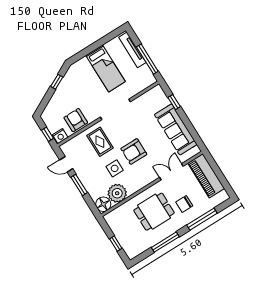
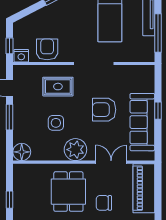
window: (174, 102) -> (158, 111), moved
rug: (100, 142) -> (58, 87), turned 90
armchair: (134, 151) -> (104, 110), moved
plant: (117, 193) -> (75, 150), moved
dining table: (154, 212) -> (68, 192), turned 90

